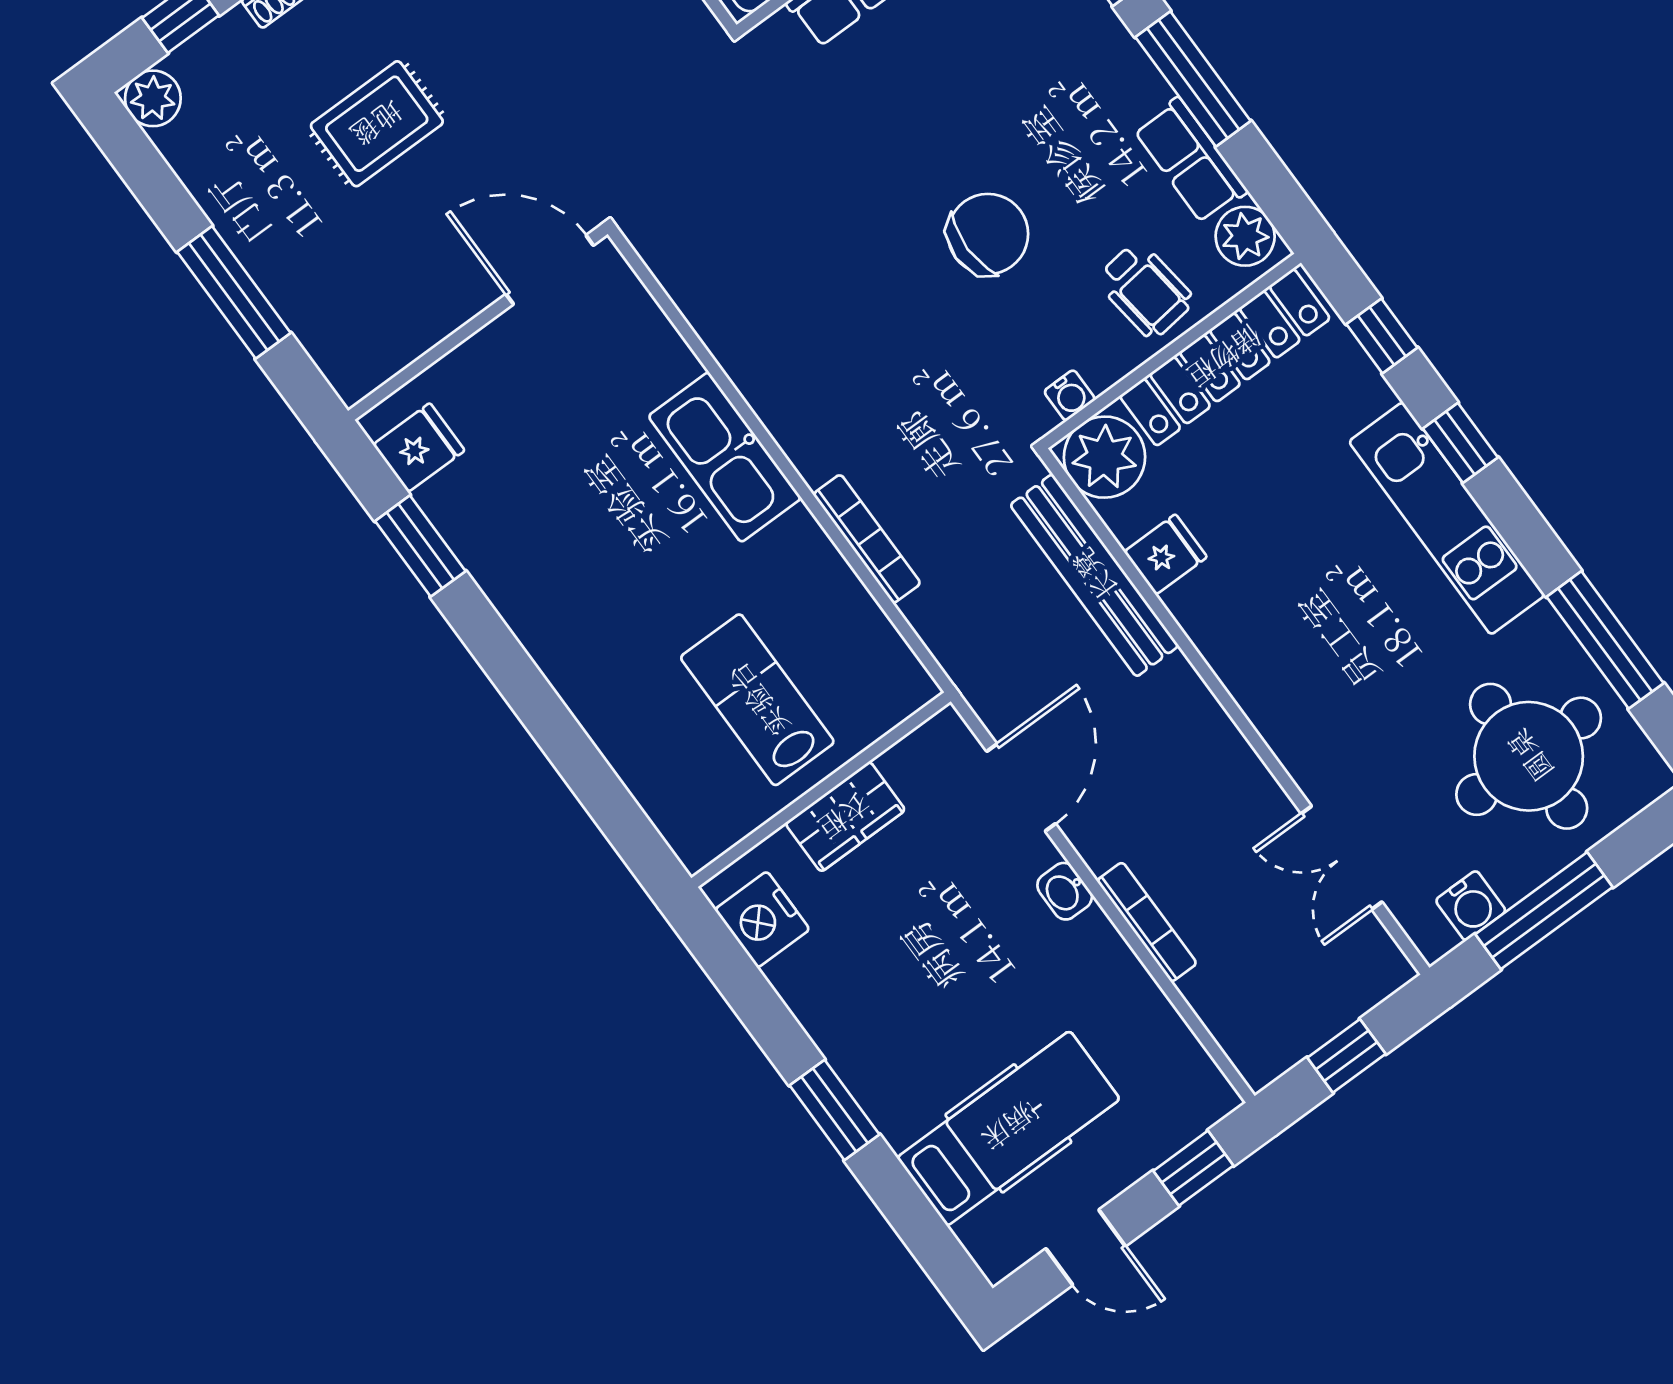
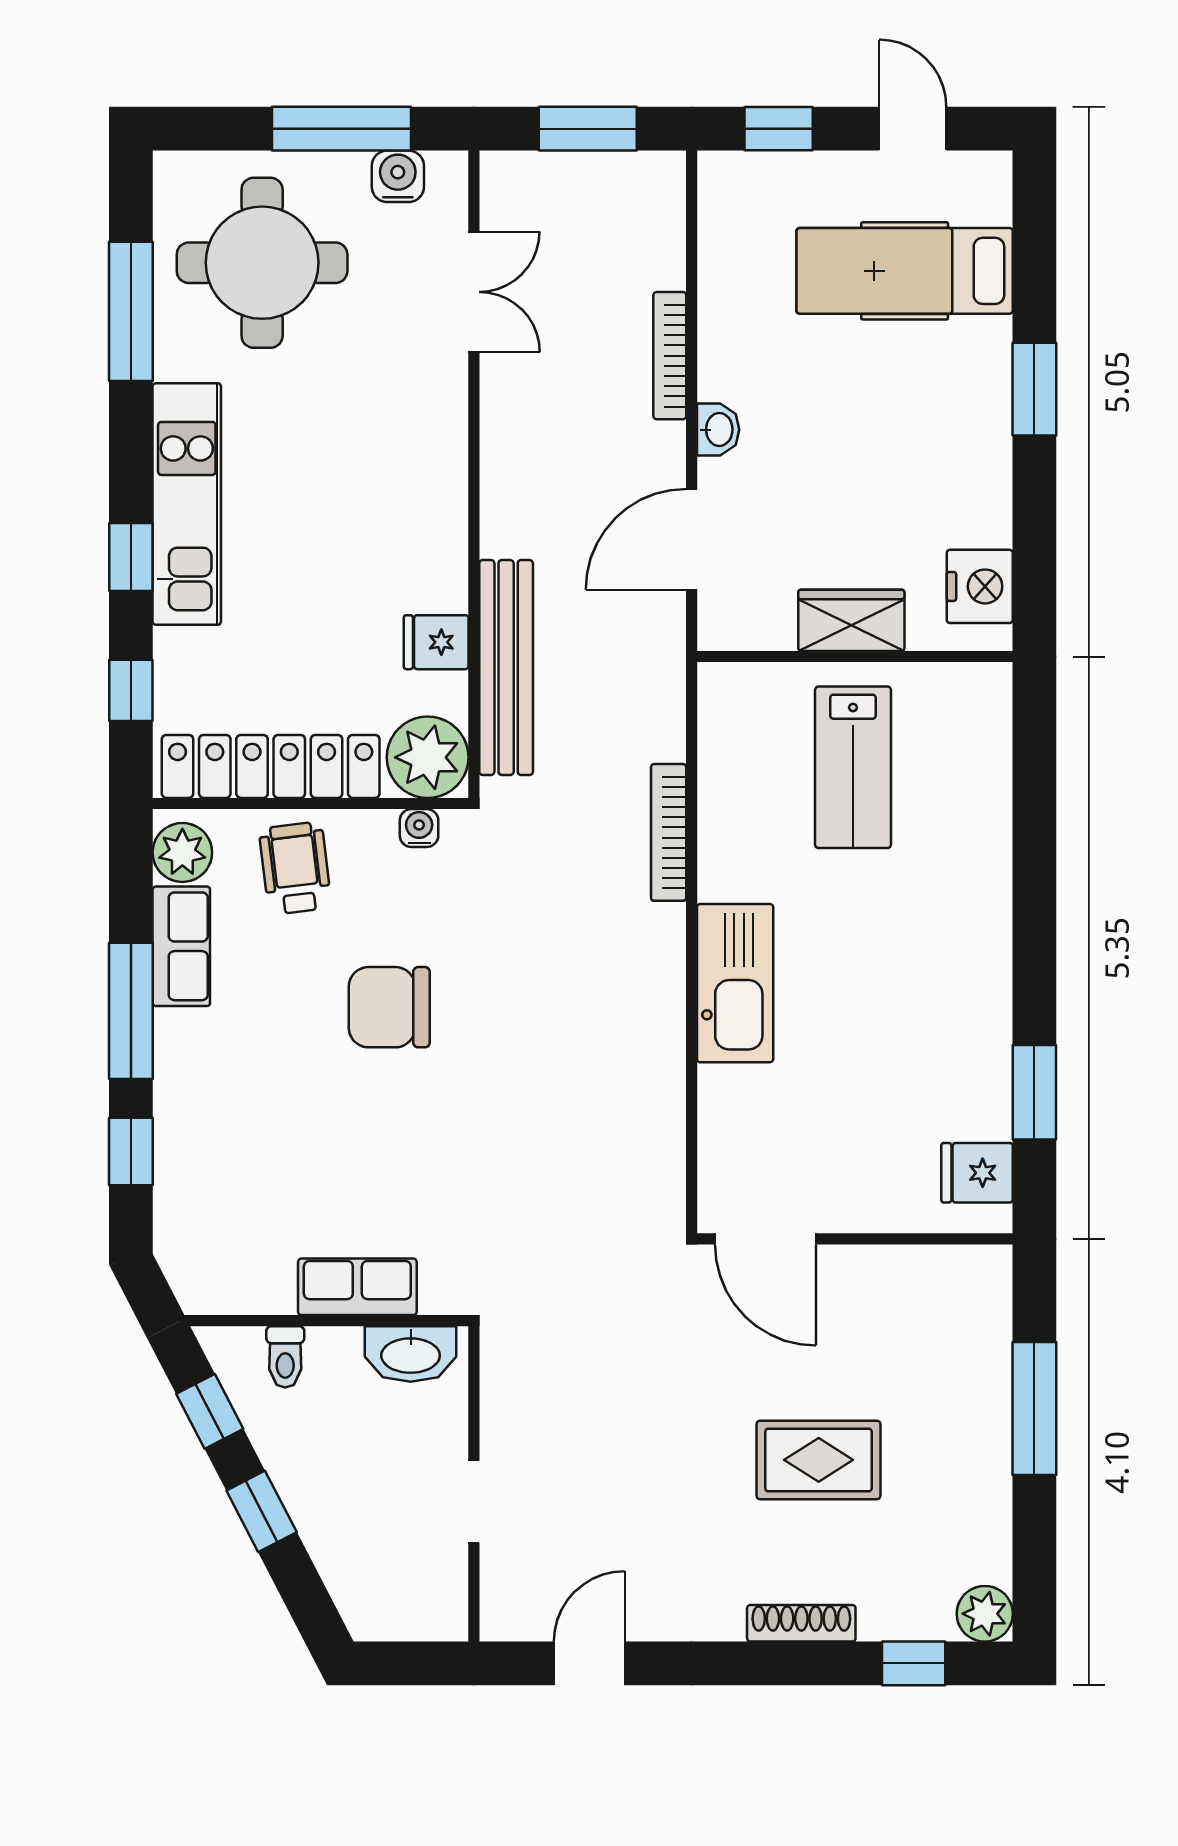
window: (1346, 1056) -> (588, 129), width x1.50

